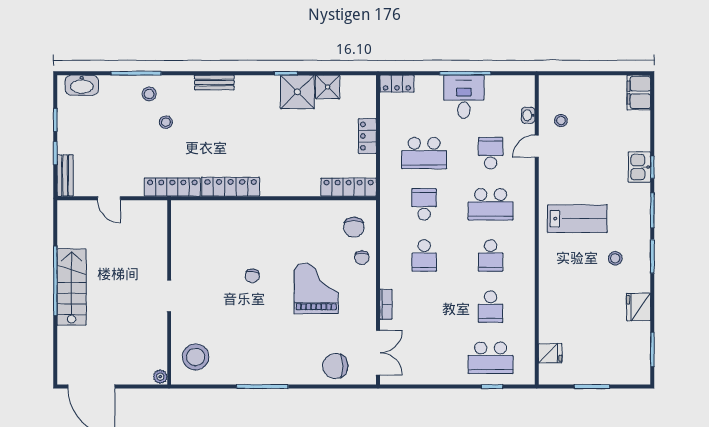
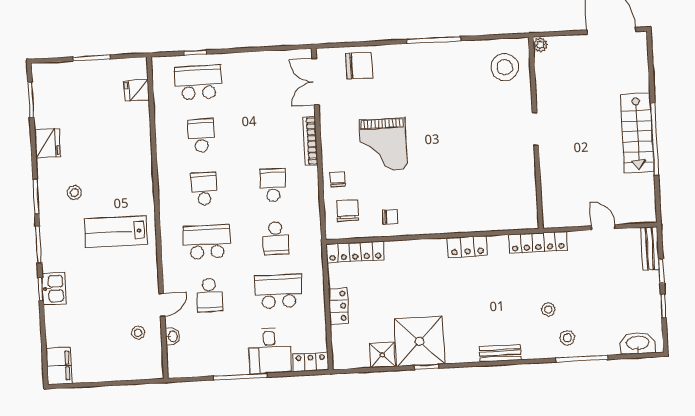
shower: (297, 92) -> (420, 341), width x1.37, depth x1.37
desk: (464, 97) -> (270, 351), moved
locker: (231, 187) -> (467, 246), width x0.66
chair: (252, 276) -> (390, 217), moved, turned 82
bookcase: (386, 304) -> (310, 141), width x1.56

